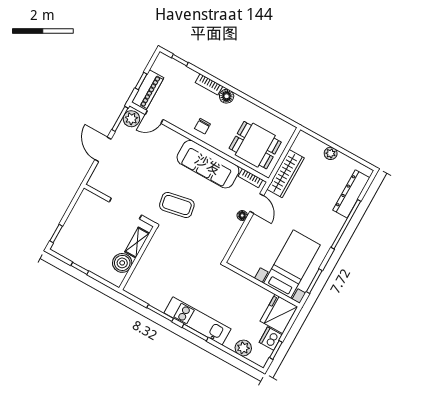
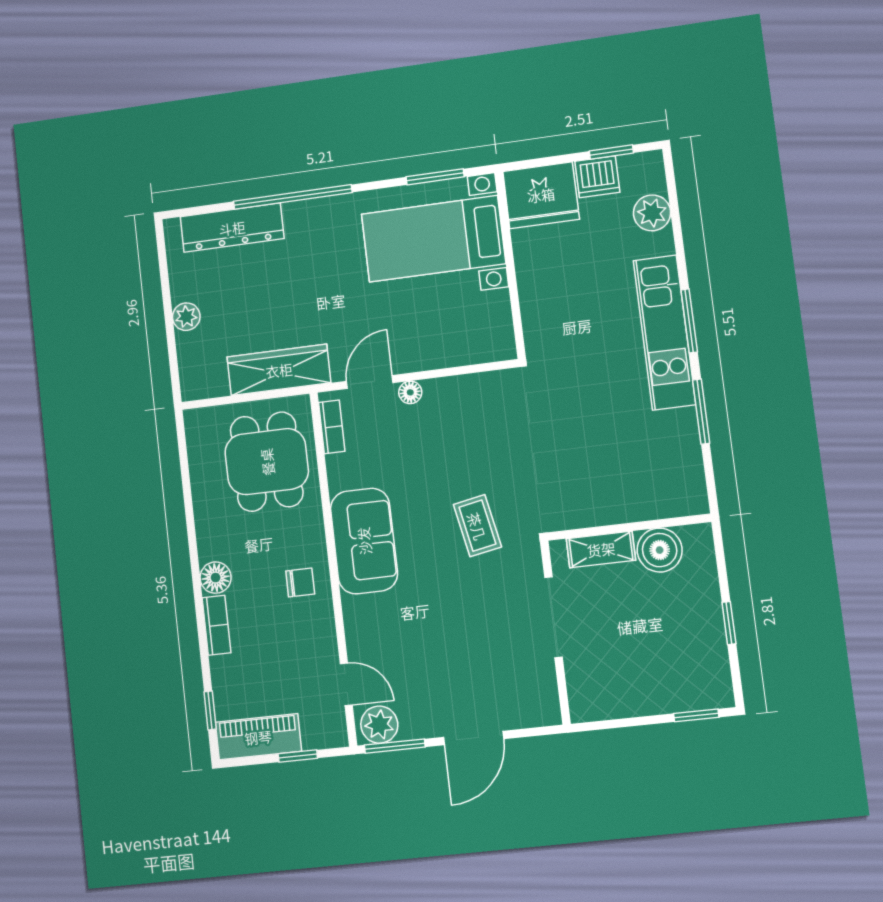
piano: (148, 90) -> (258, 737), moved
sofa: (208, 164) -> (364, 541), width x0.73
coffee table: (177, 205) -> (477, 526), width x0.73, depth x0.77

